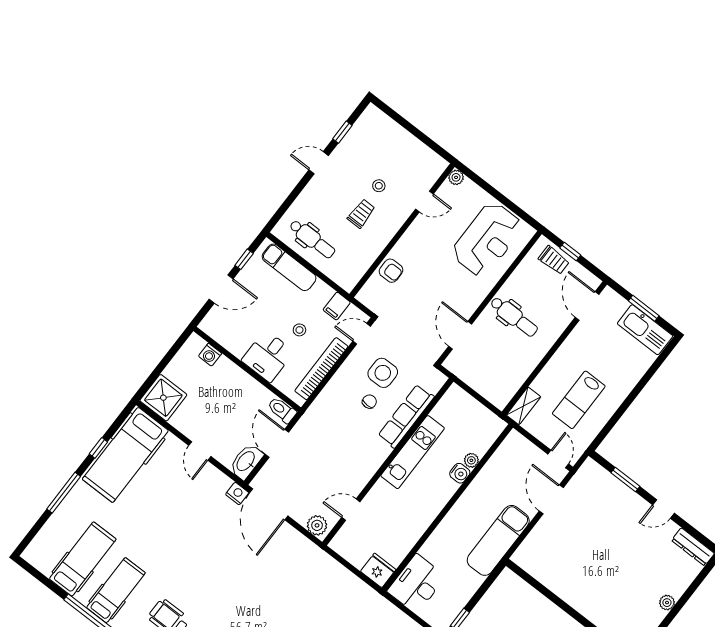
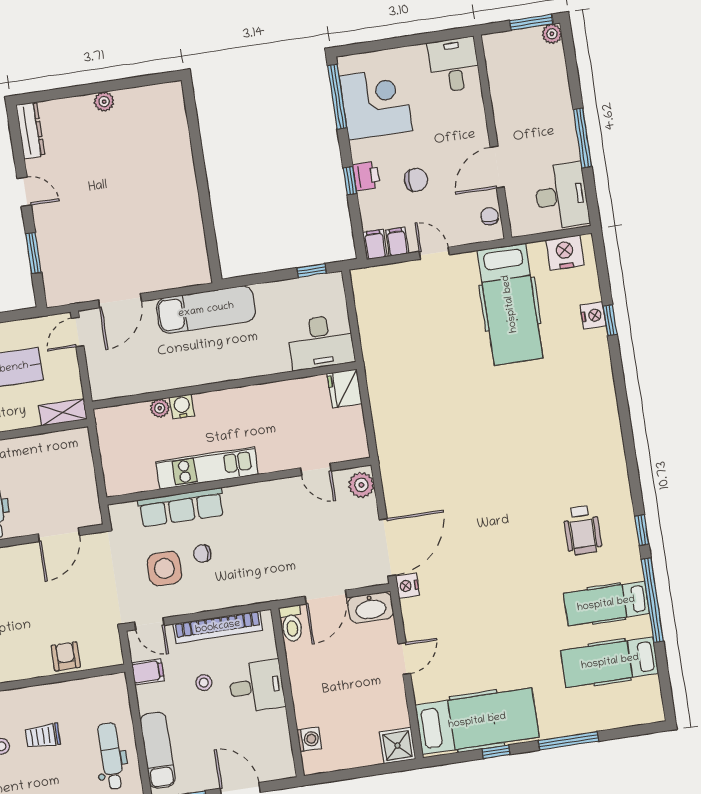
shower: (163, 398) -> (398, 746), width x0.73, depth x0.73

